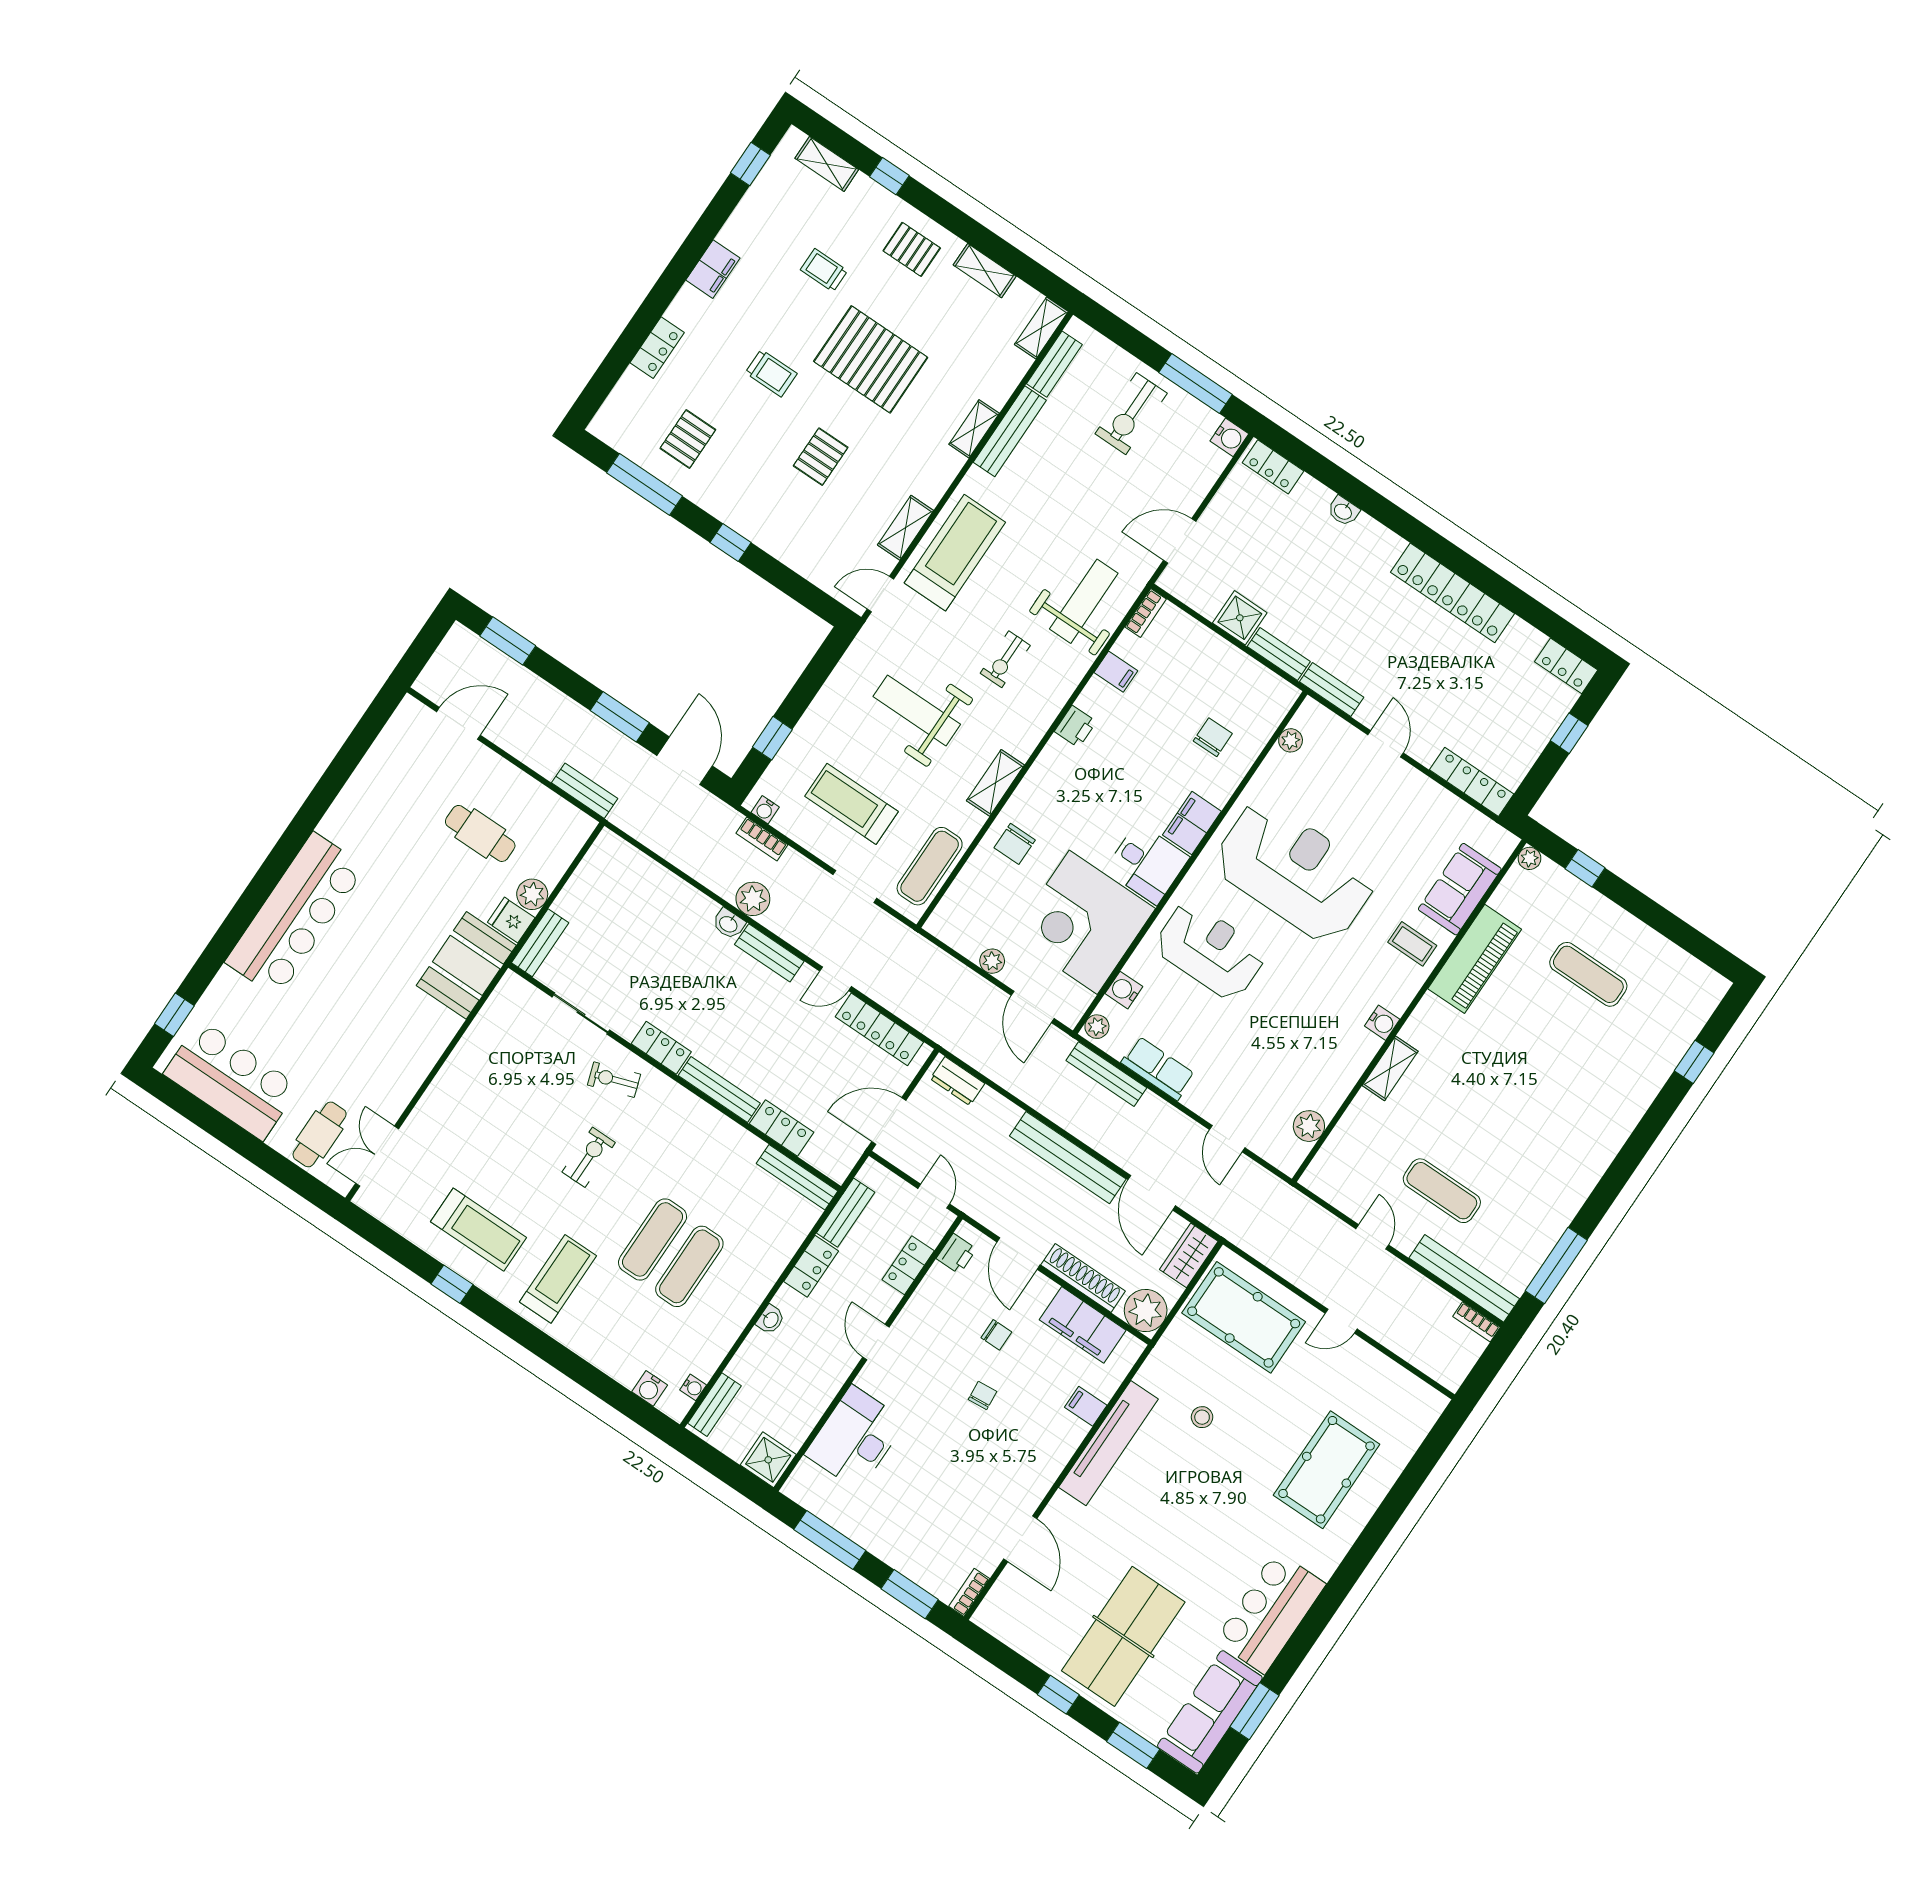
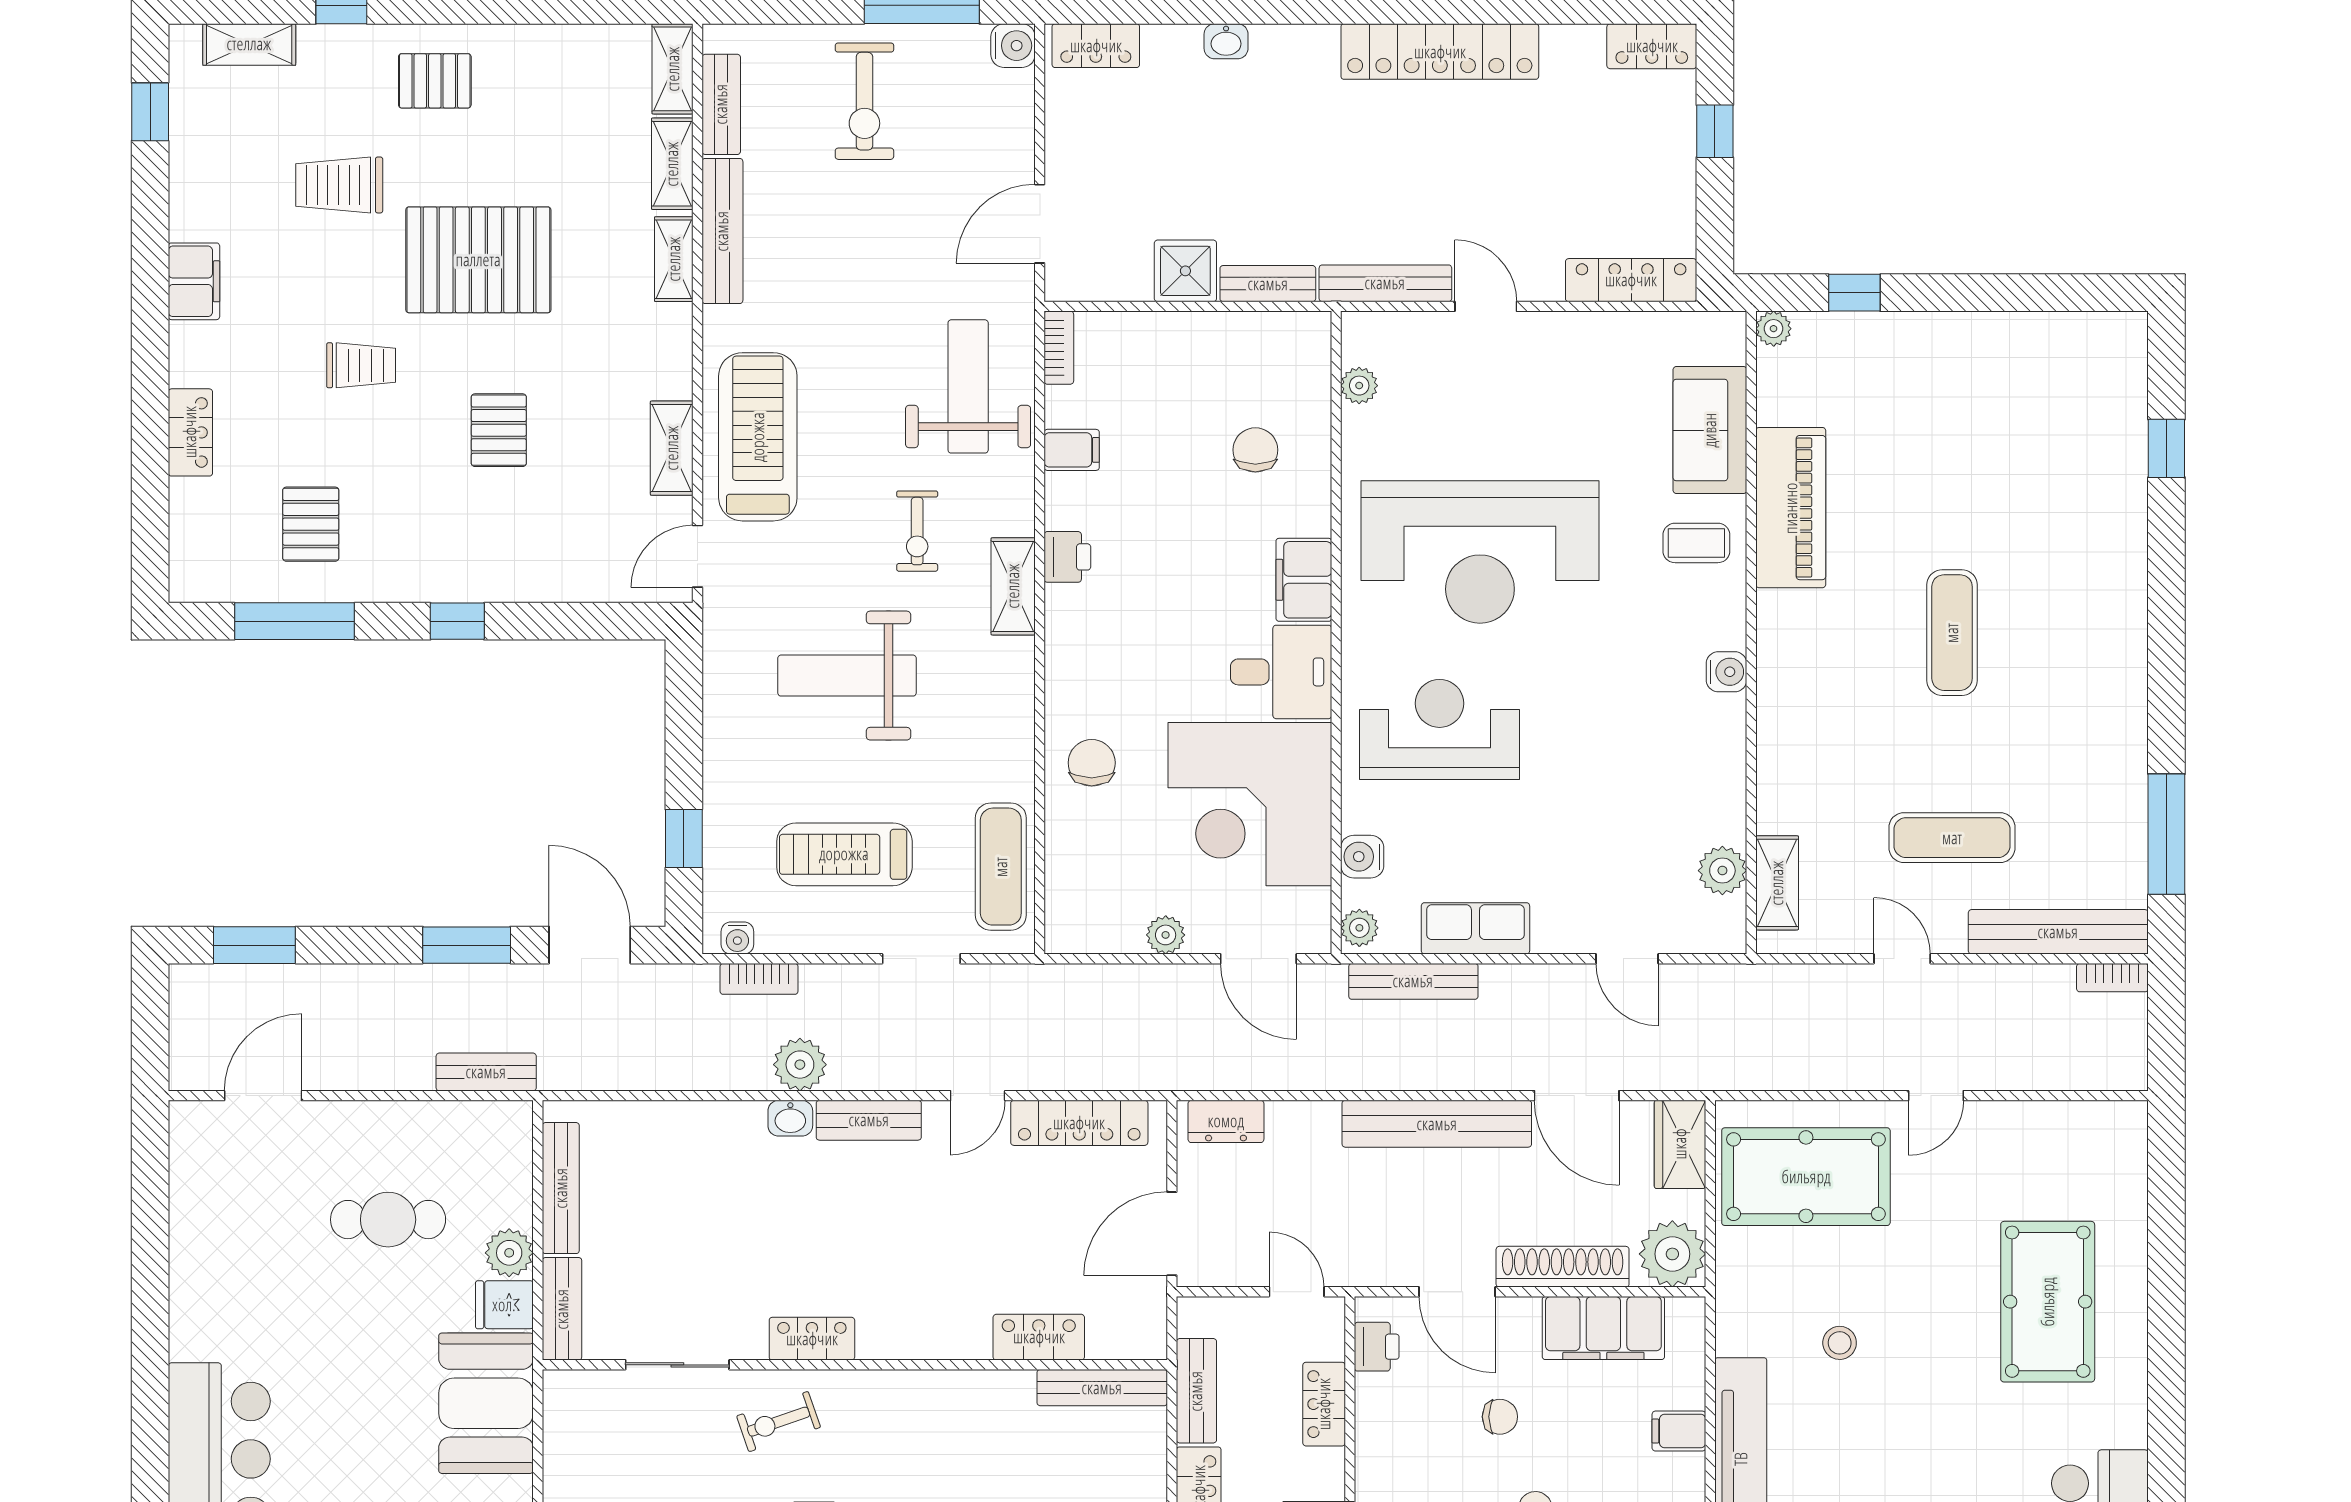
trolley: (824, 270) -> (339, 185), width x1.36, depth x1.39
shelving: (985, 271) -> (672, 164), moved, turned 90
bench: (1332, 689) -> (1385, 283), width x1.36
shelving: (995, 783) -> (1013, 586), moved
chair: (1015, 844) -> (1092, 763), turned 180
reception desk: (1295, 871) -> (1480, 552), turned 180
exercise mat: (1588, 974) -> (1952, 633), moved, turned 90
shelving: (1390, 1068) -> (1777, 883), moved
bench: (719, 1089) -> (561, 1188), moved, turned 90

